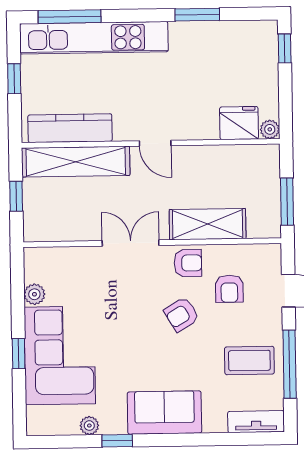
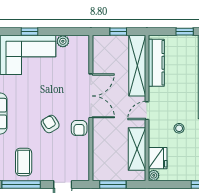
stool: (185, 86) -> (179, 128), added
shelving: (208, 224) -> (137, 149), moved
double door: (131, 243) -> (91, 96), width x1.37
armchair: (229, 289) -> (64, 151), removed

